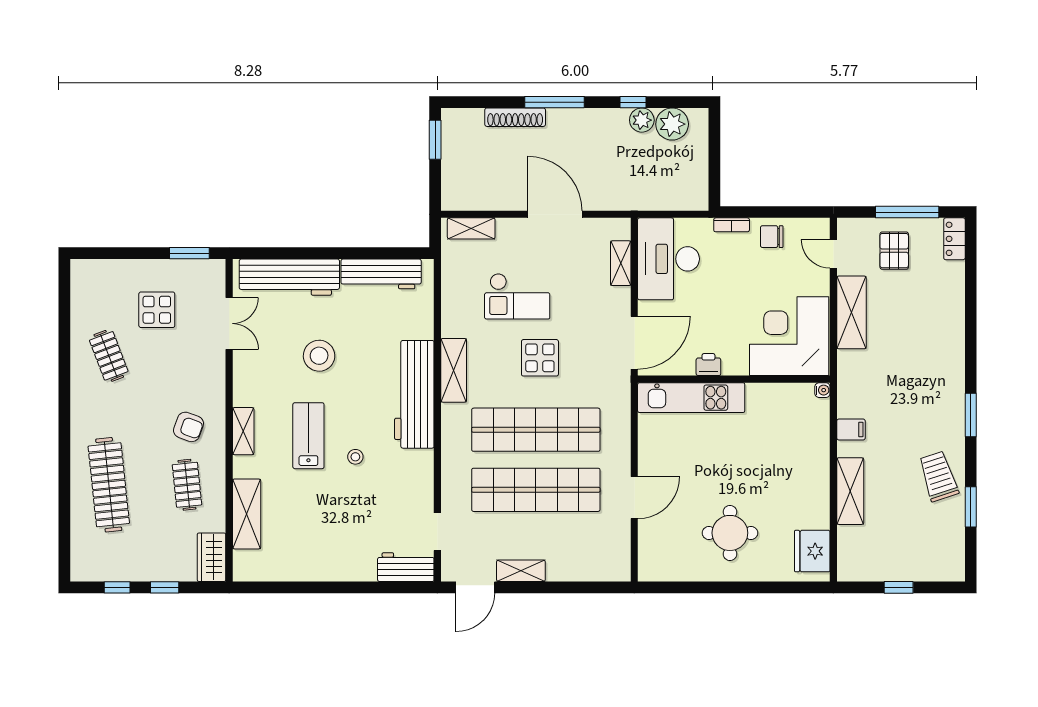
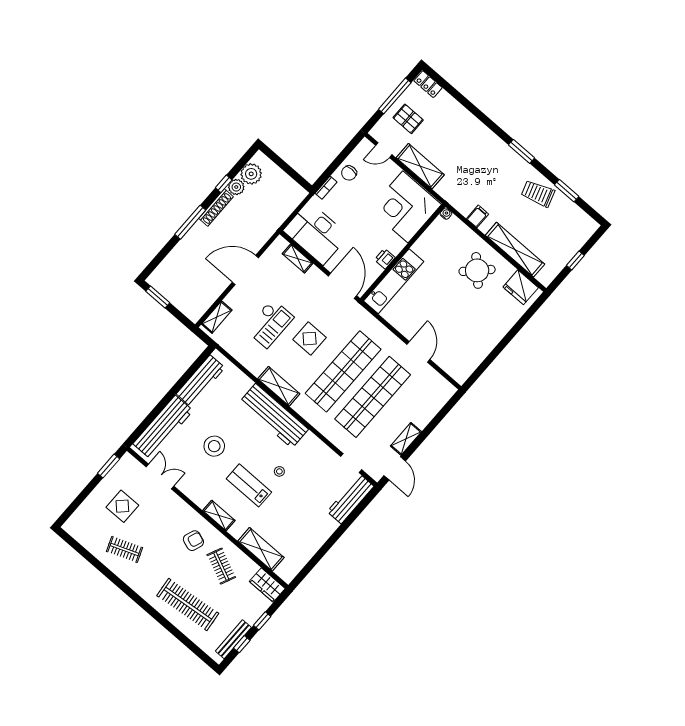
shoe rack: (515, 117) -> (216, 208), moved
clothes rail: (187, 485) -> (221, 566), turned 30
shelving: (850, 491) -> (515, 250), width x1.47
round table: (730, 533) -> (477, 270), moved, turned 45
workbench: (406, 567) -> (351, 499), width x1.38
bench: (114, 573) -> (233, 639), added

